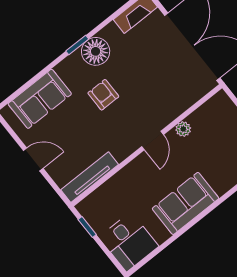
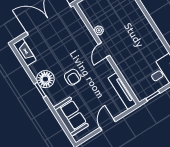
armchair: (103, 95) -> (73, 77), turned -90
door: (153, 141) -> (104, 50), swing flipped
sofa: (185, 203) -> (145, 34), removed

